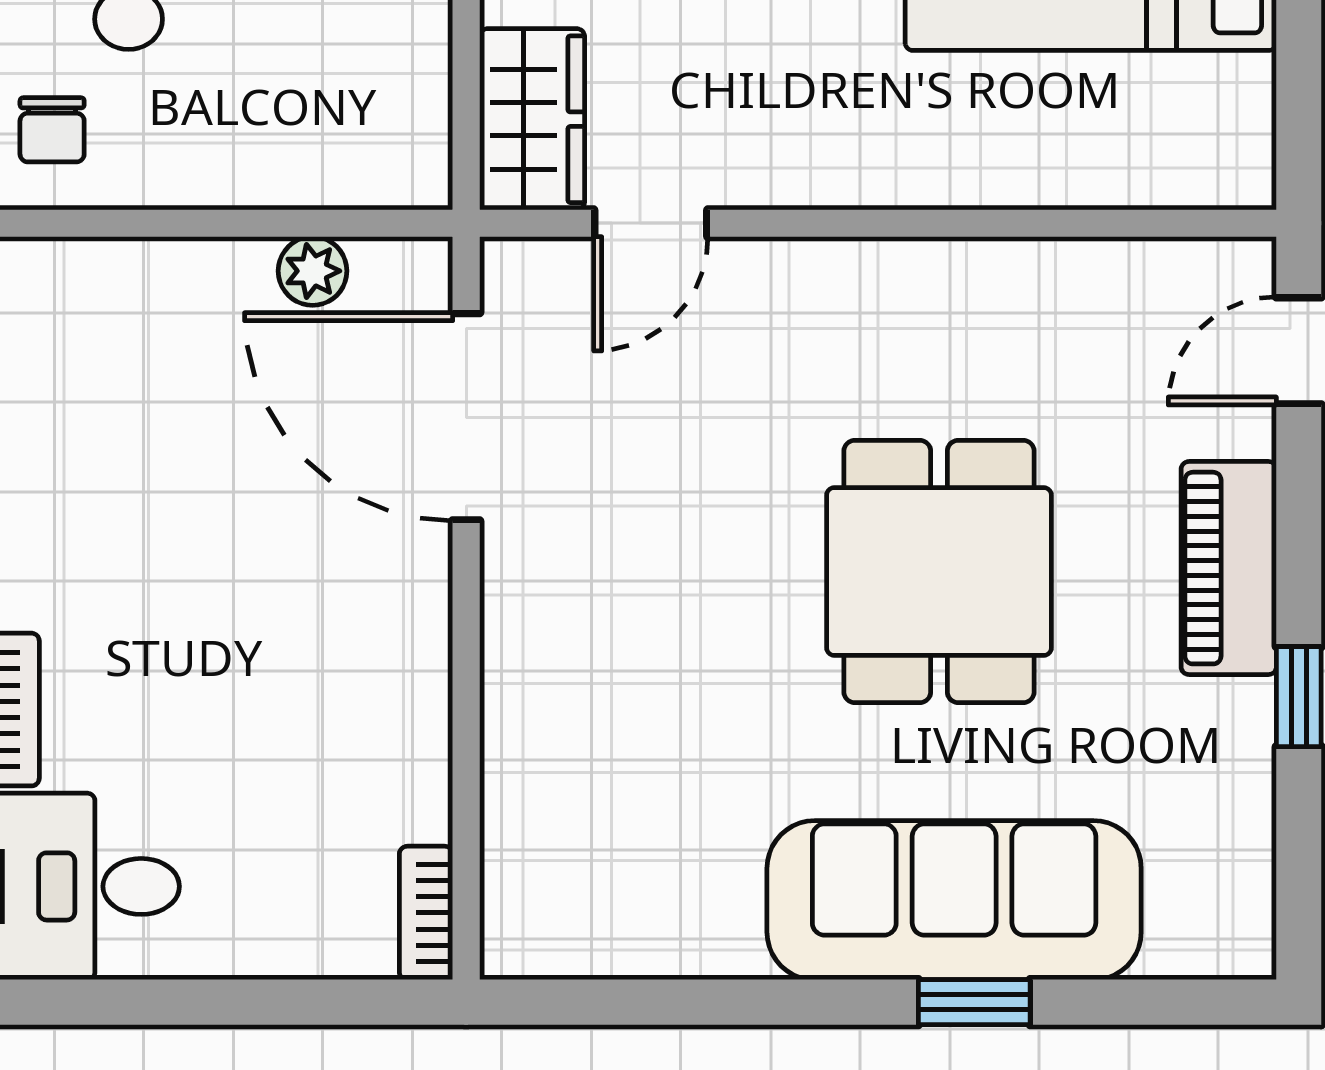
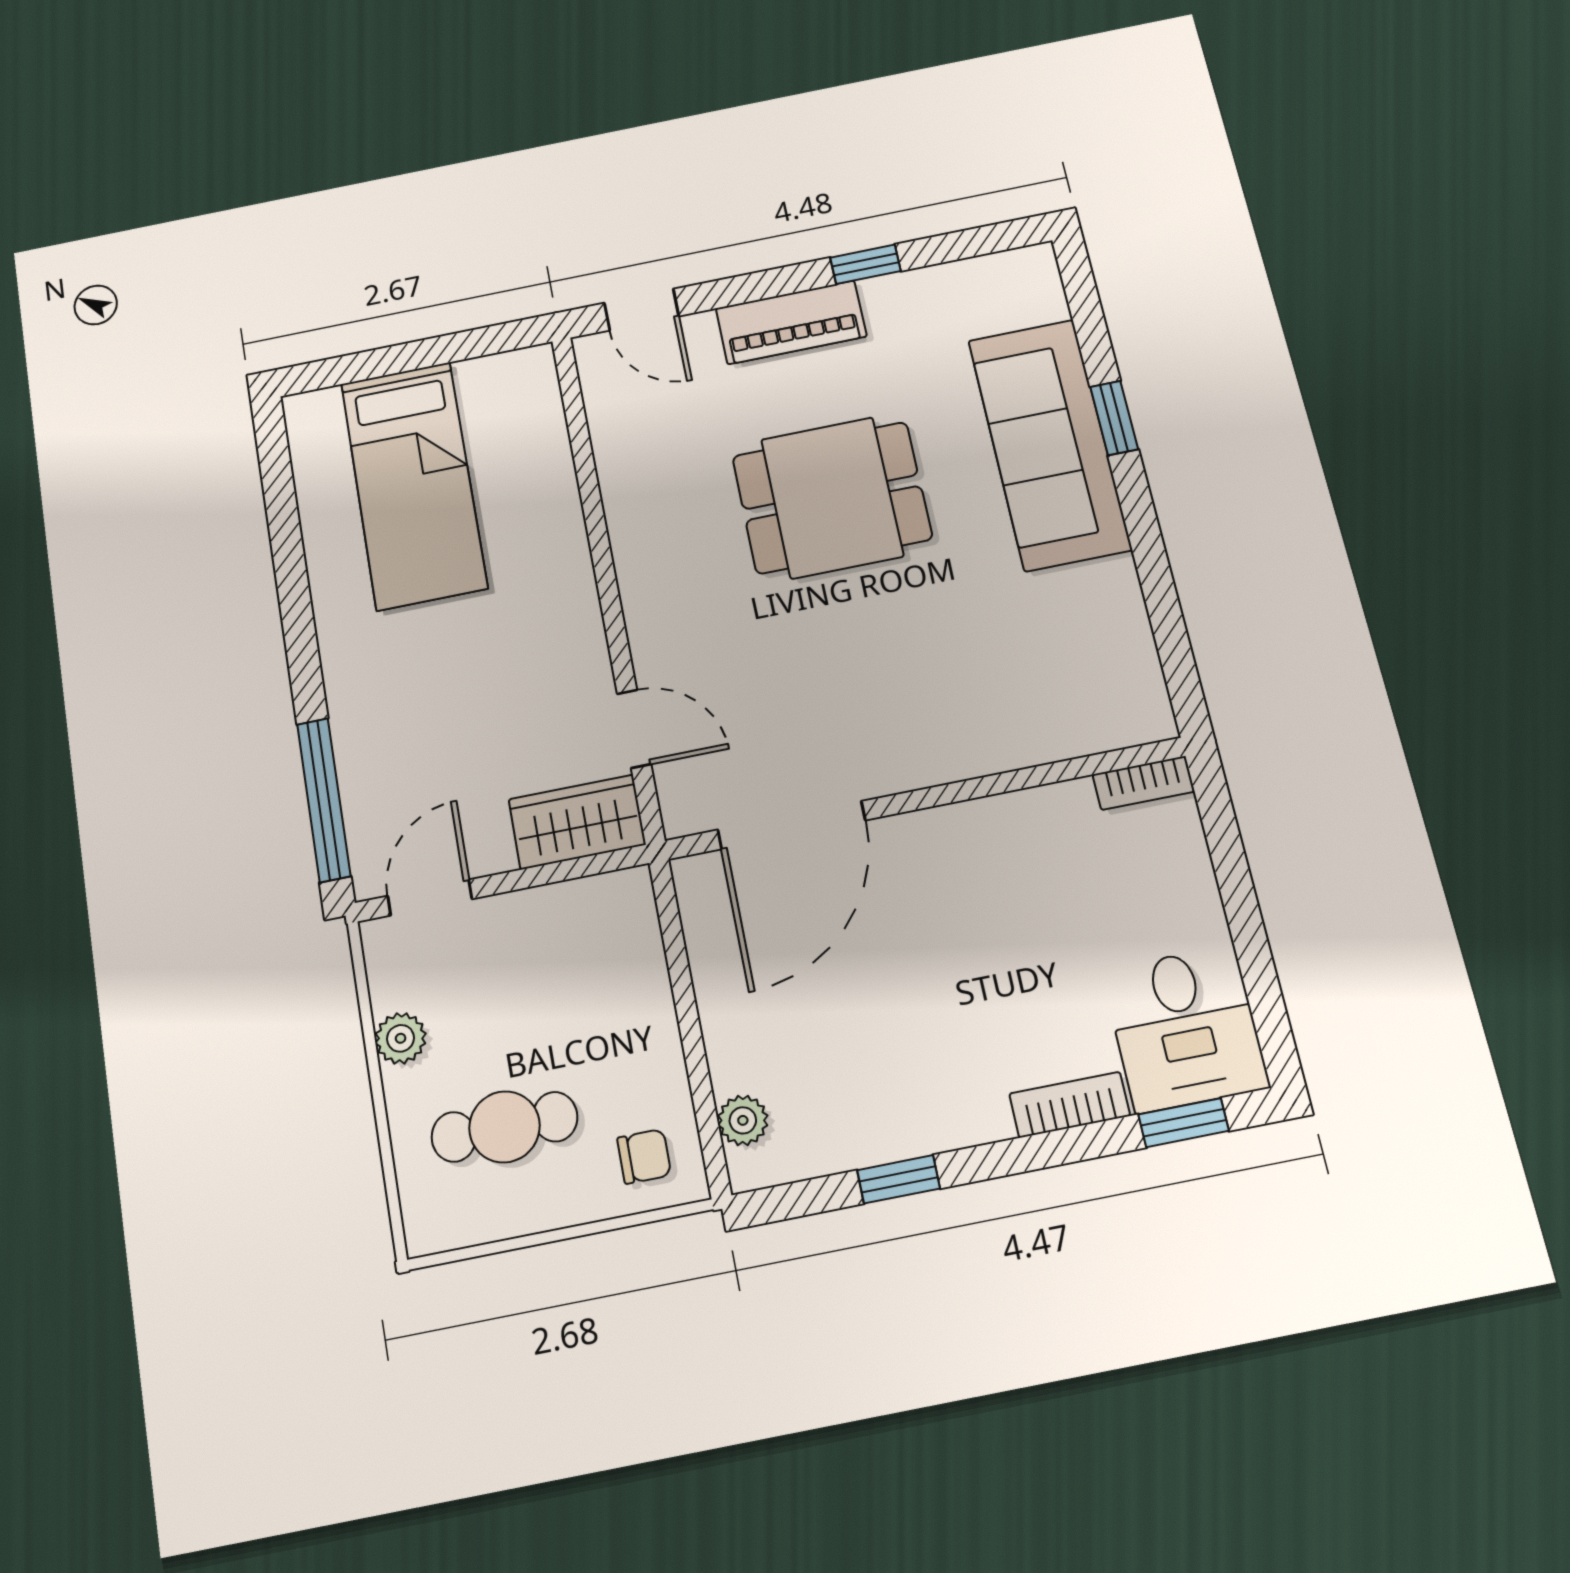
plant: (313, 271) -> (743, 1120), moved

